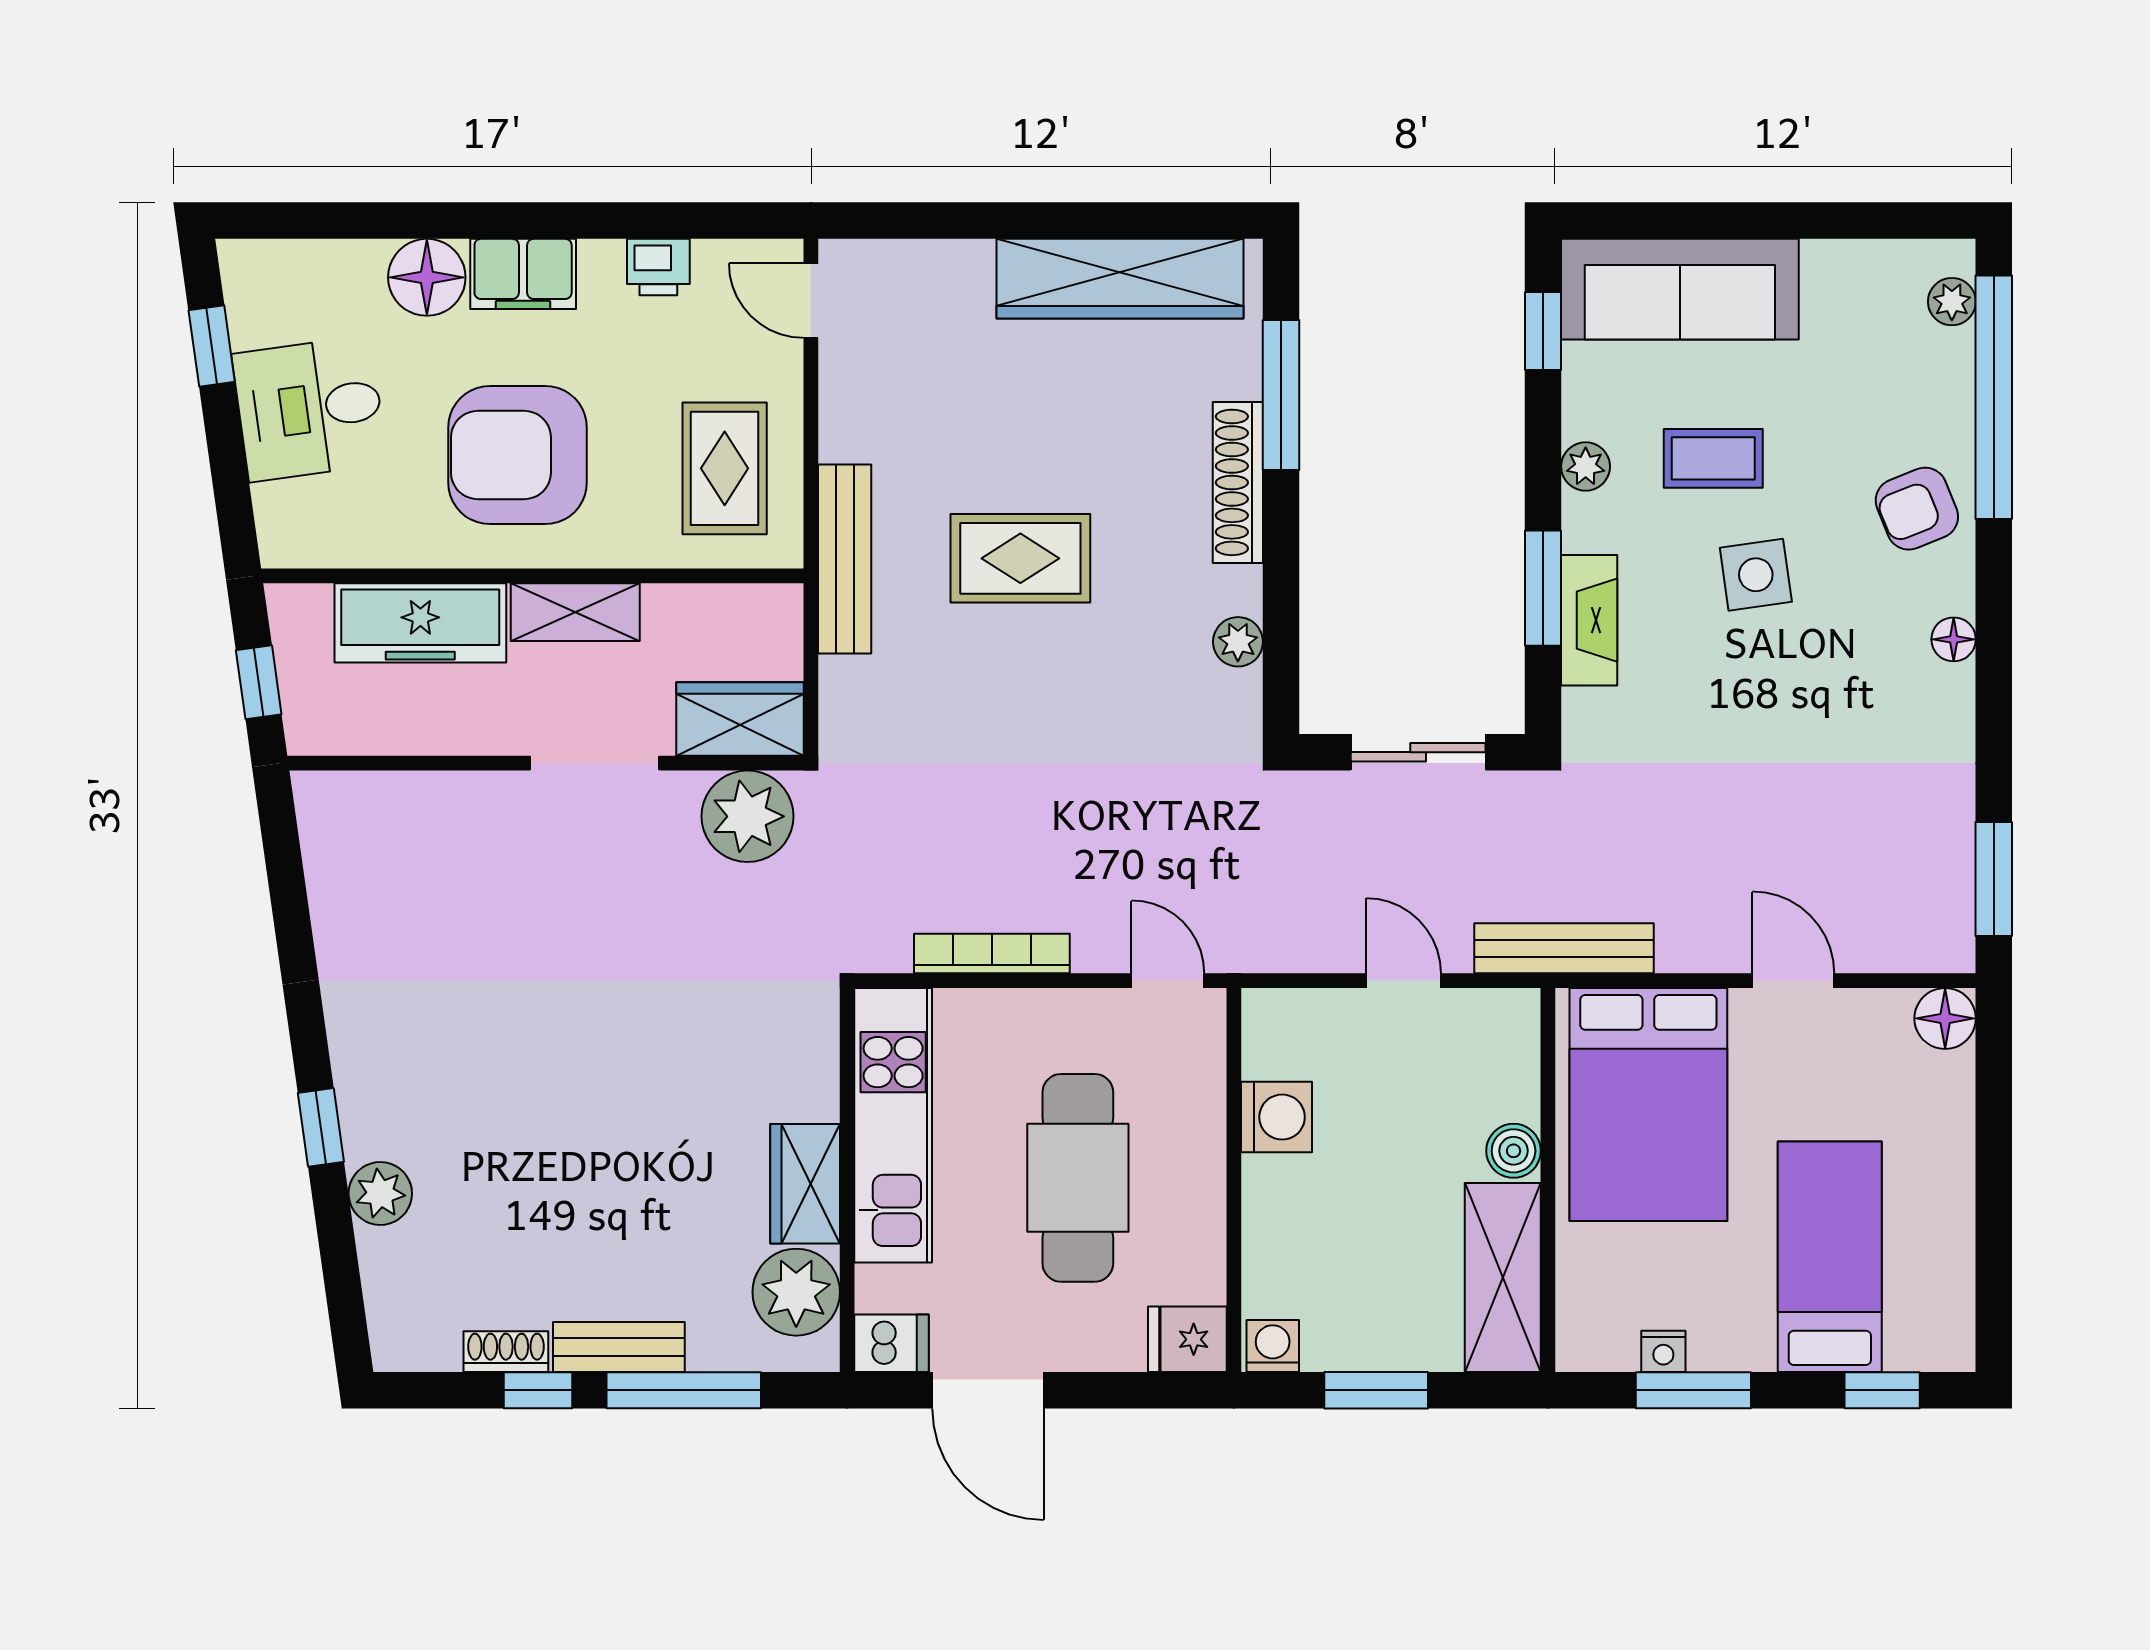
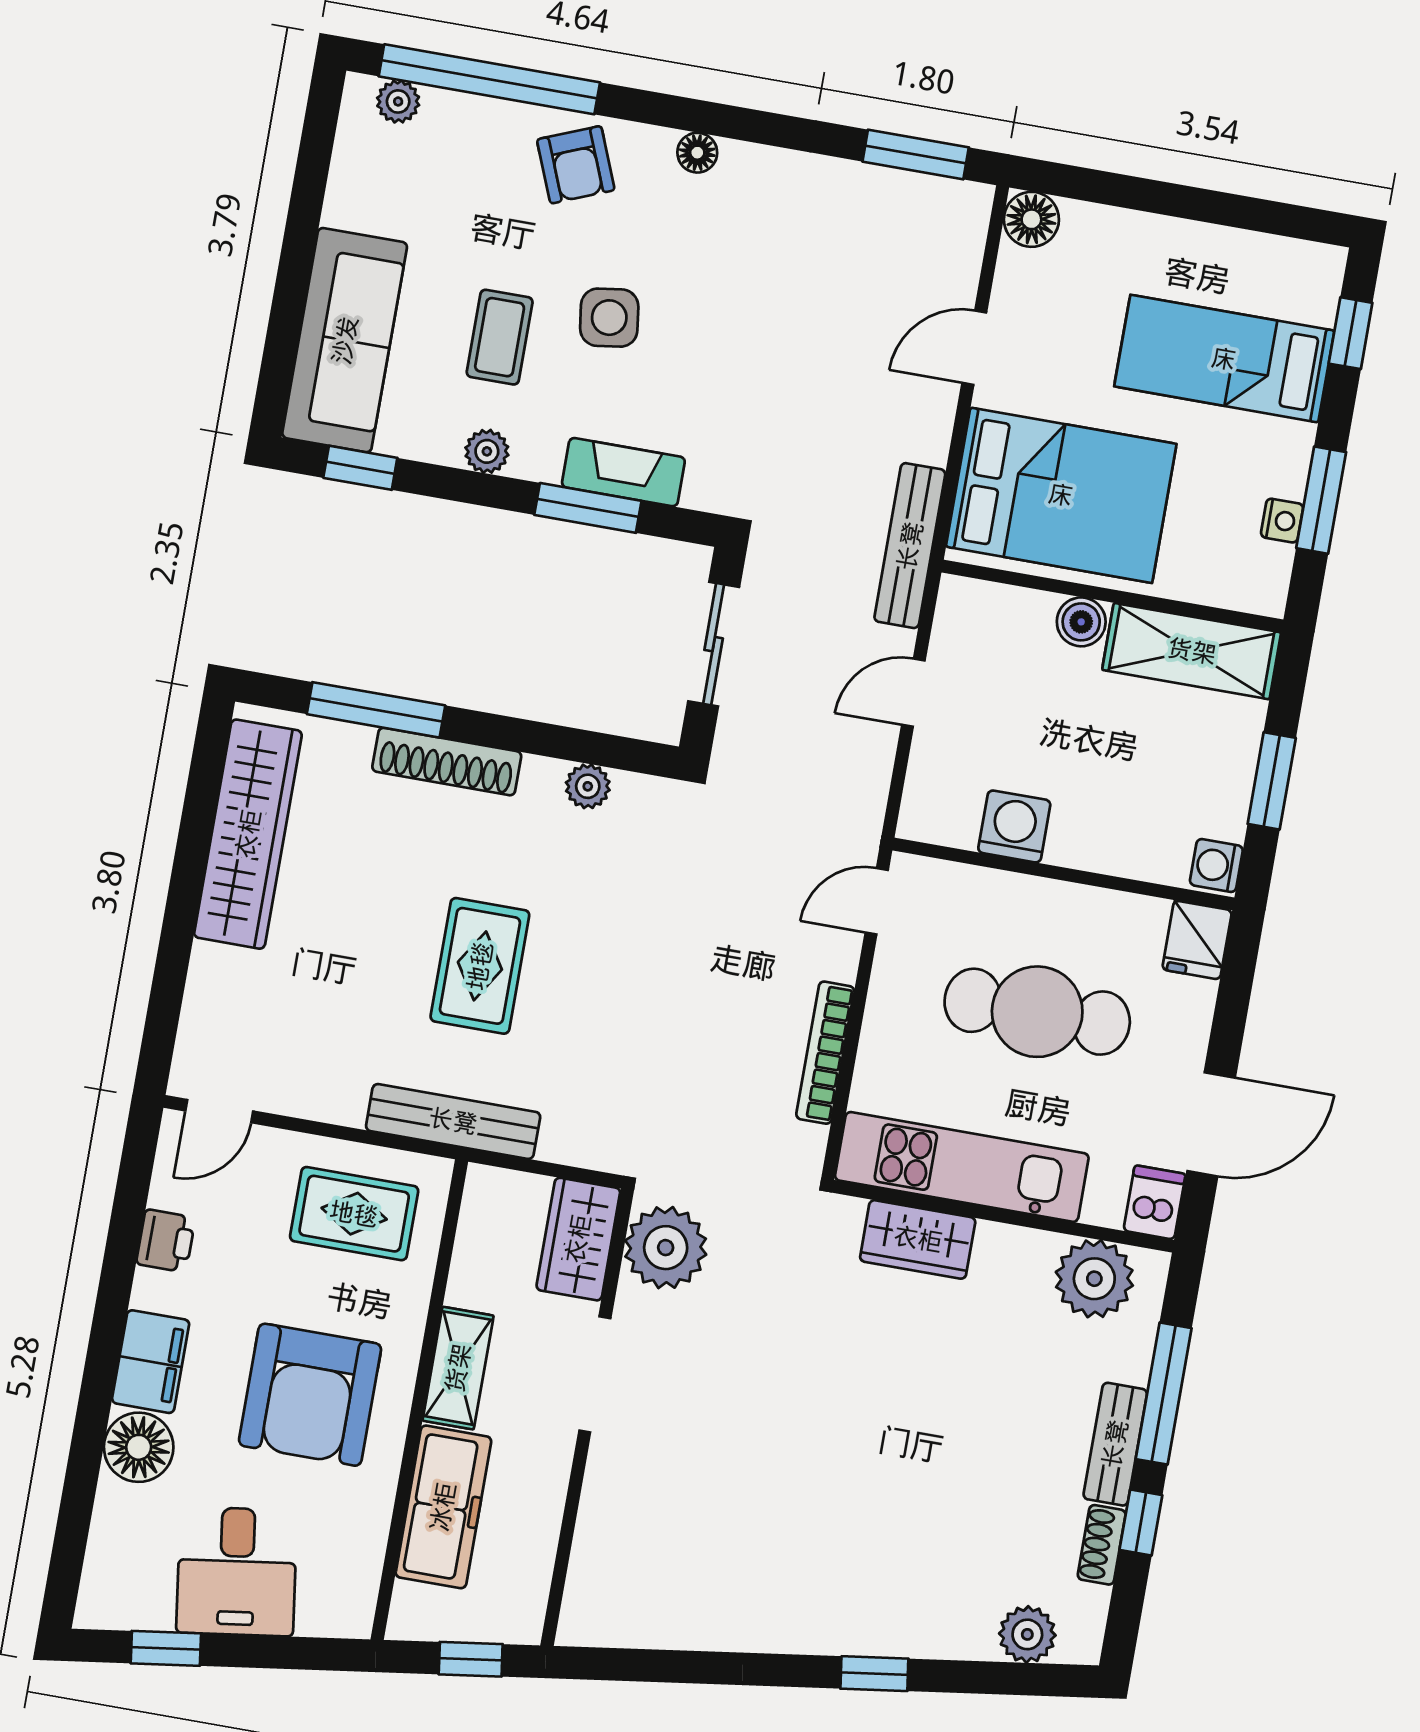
wardrobe: (805, 1184) -> (918, 1239), moved
plant: (380, 1193) -> (1027, 1634), moved

